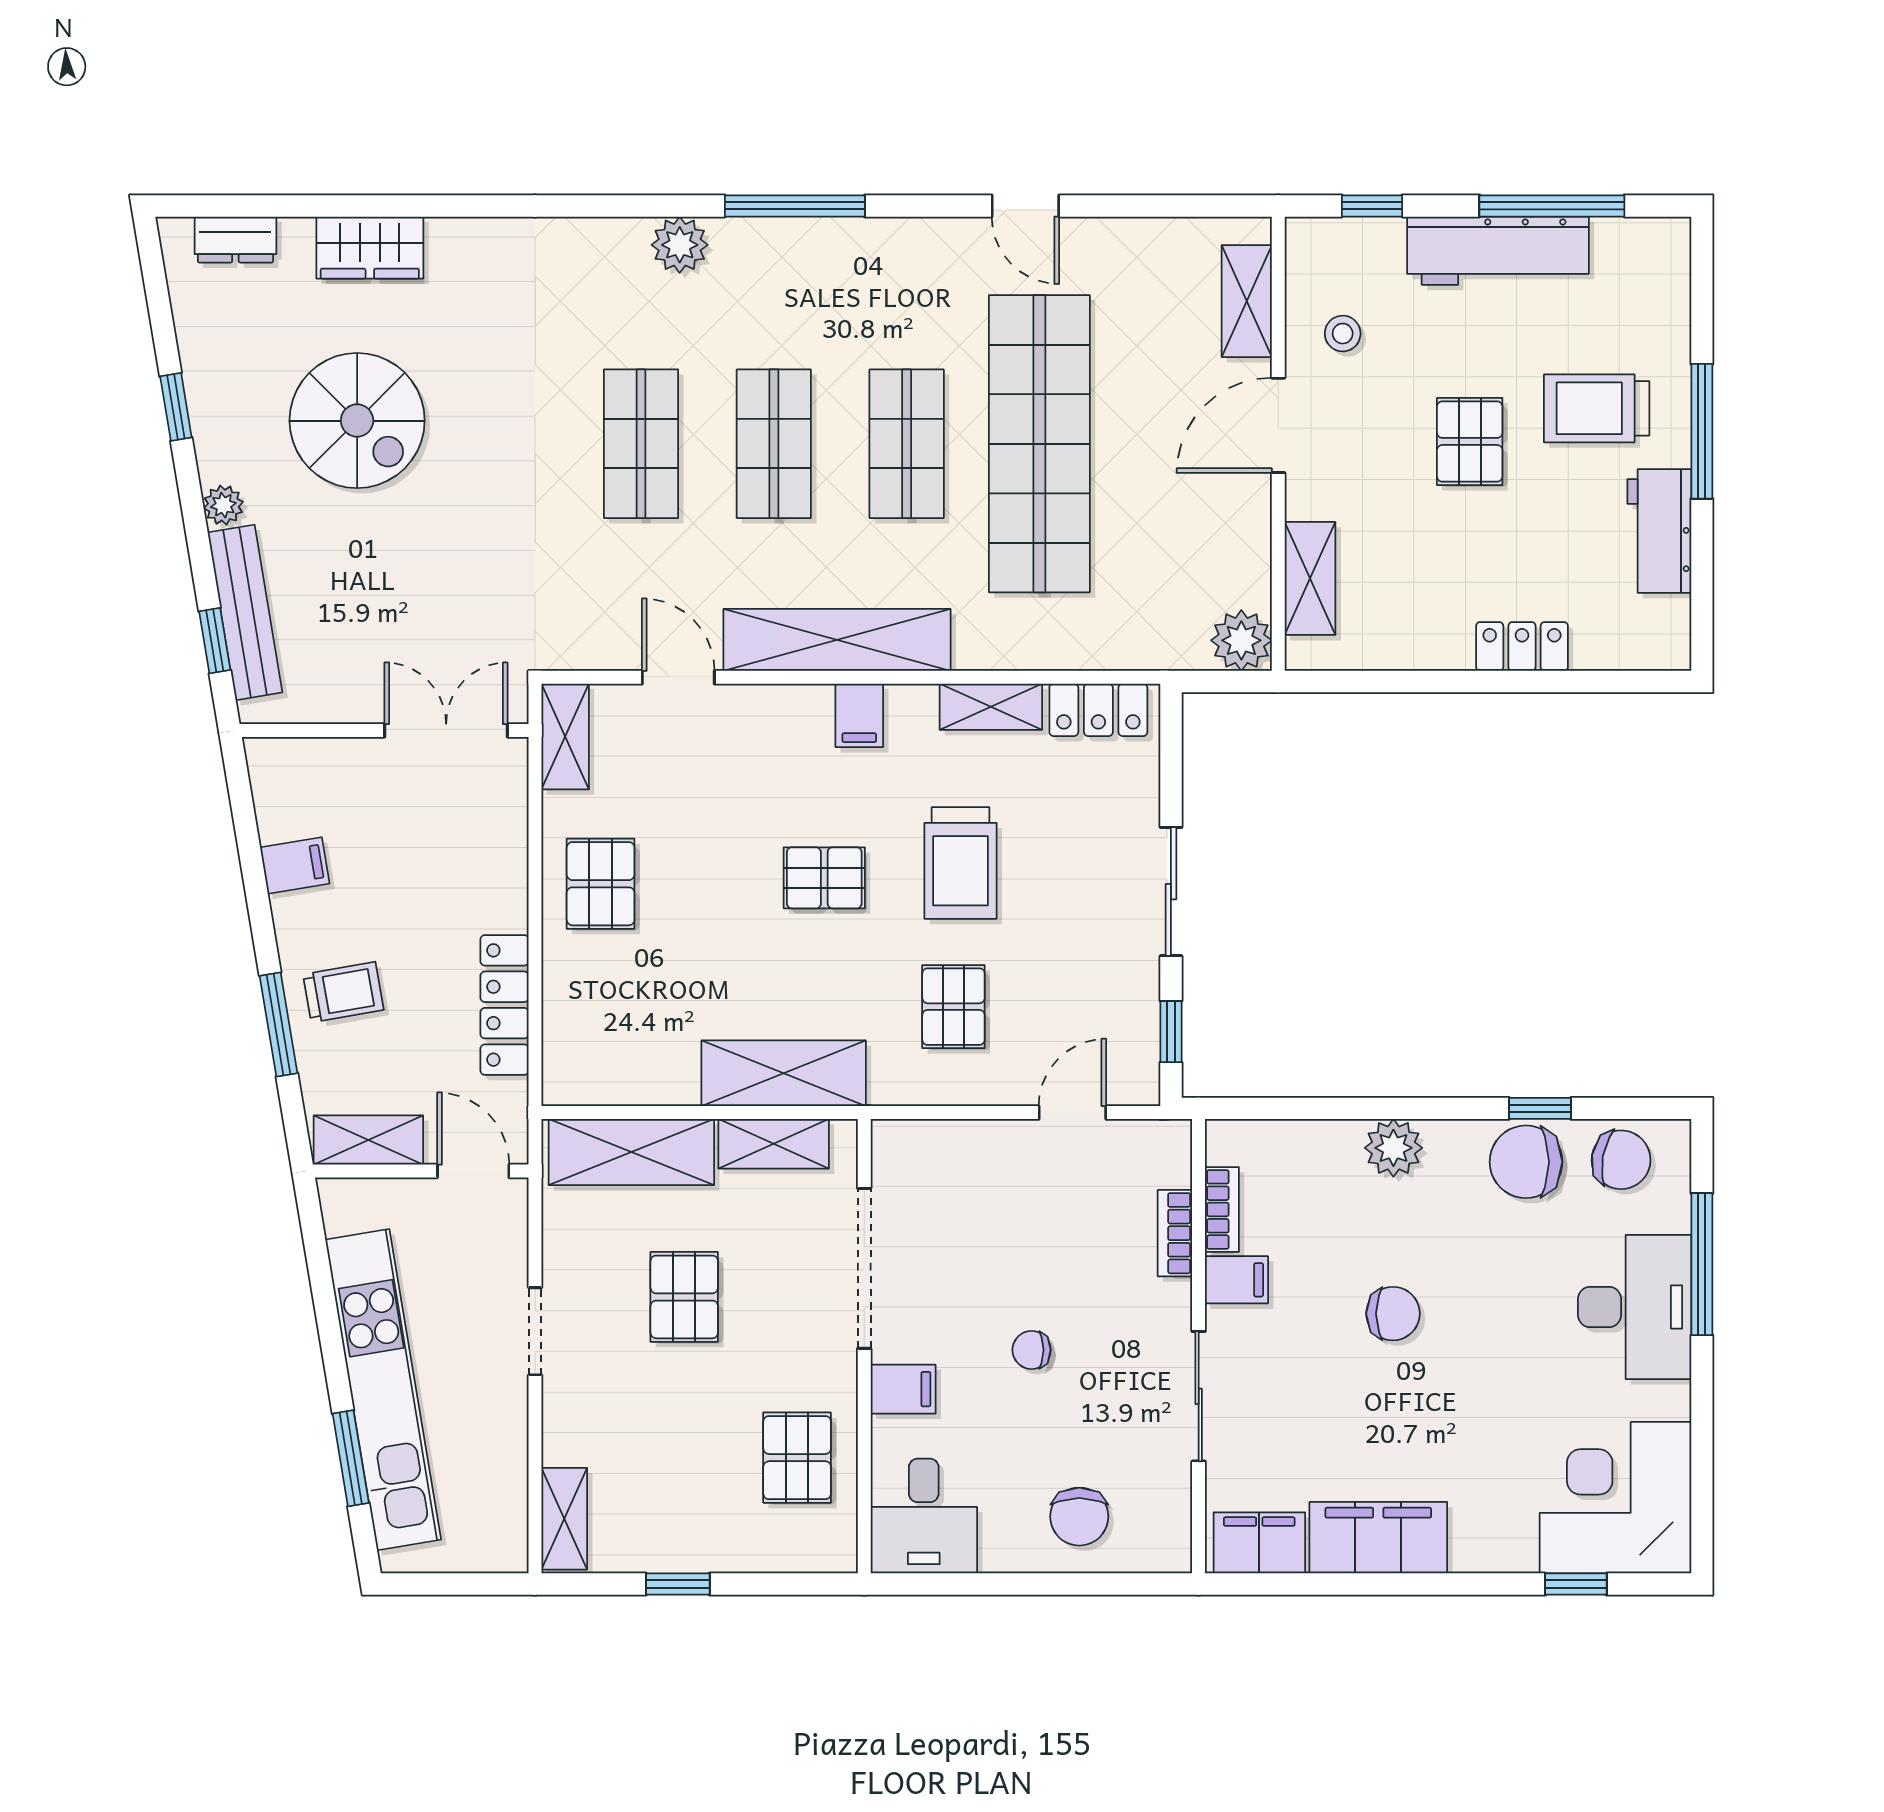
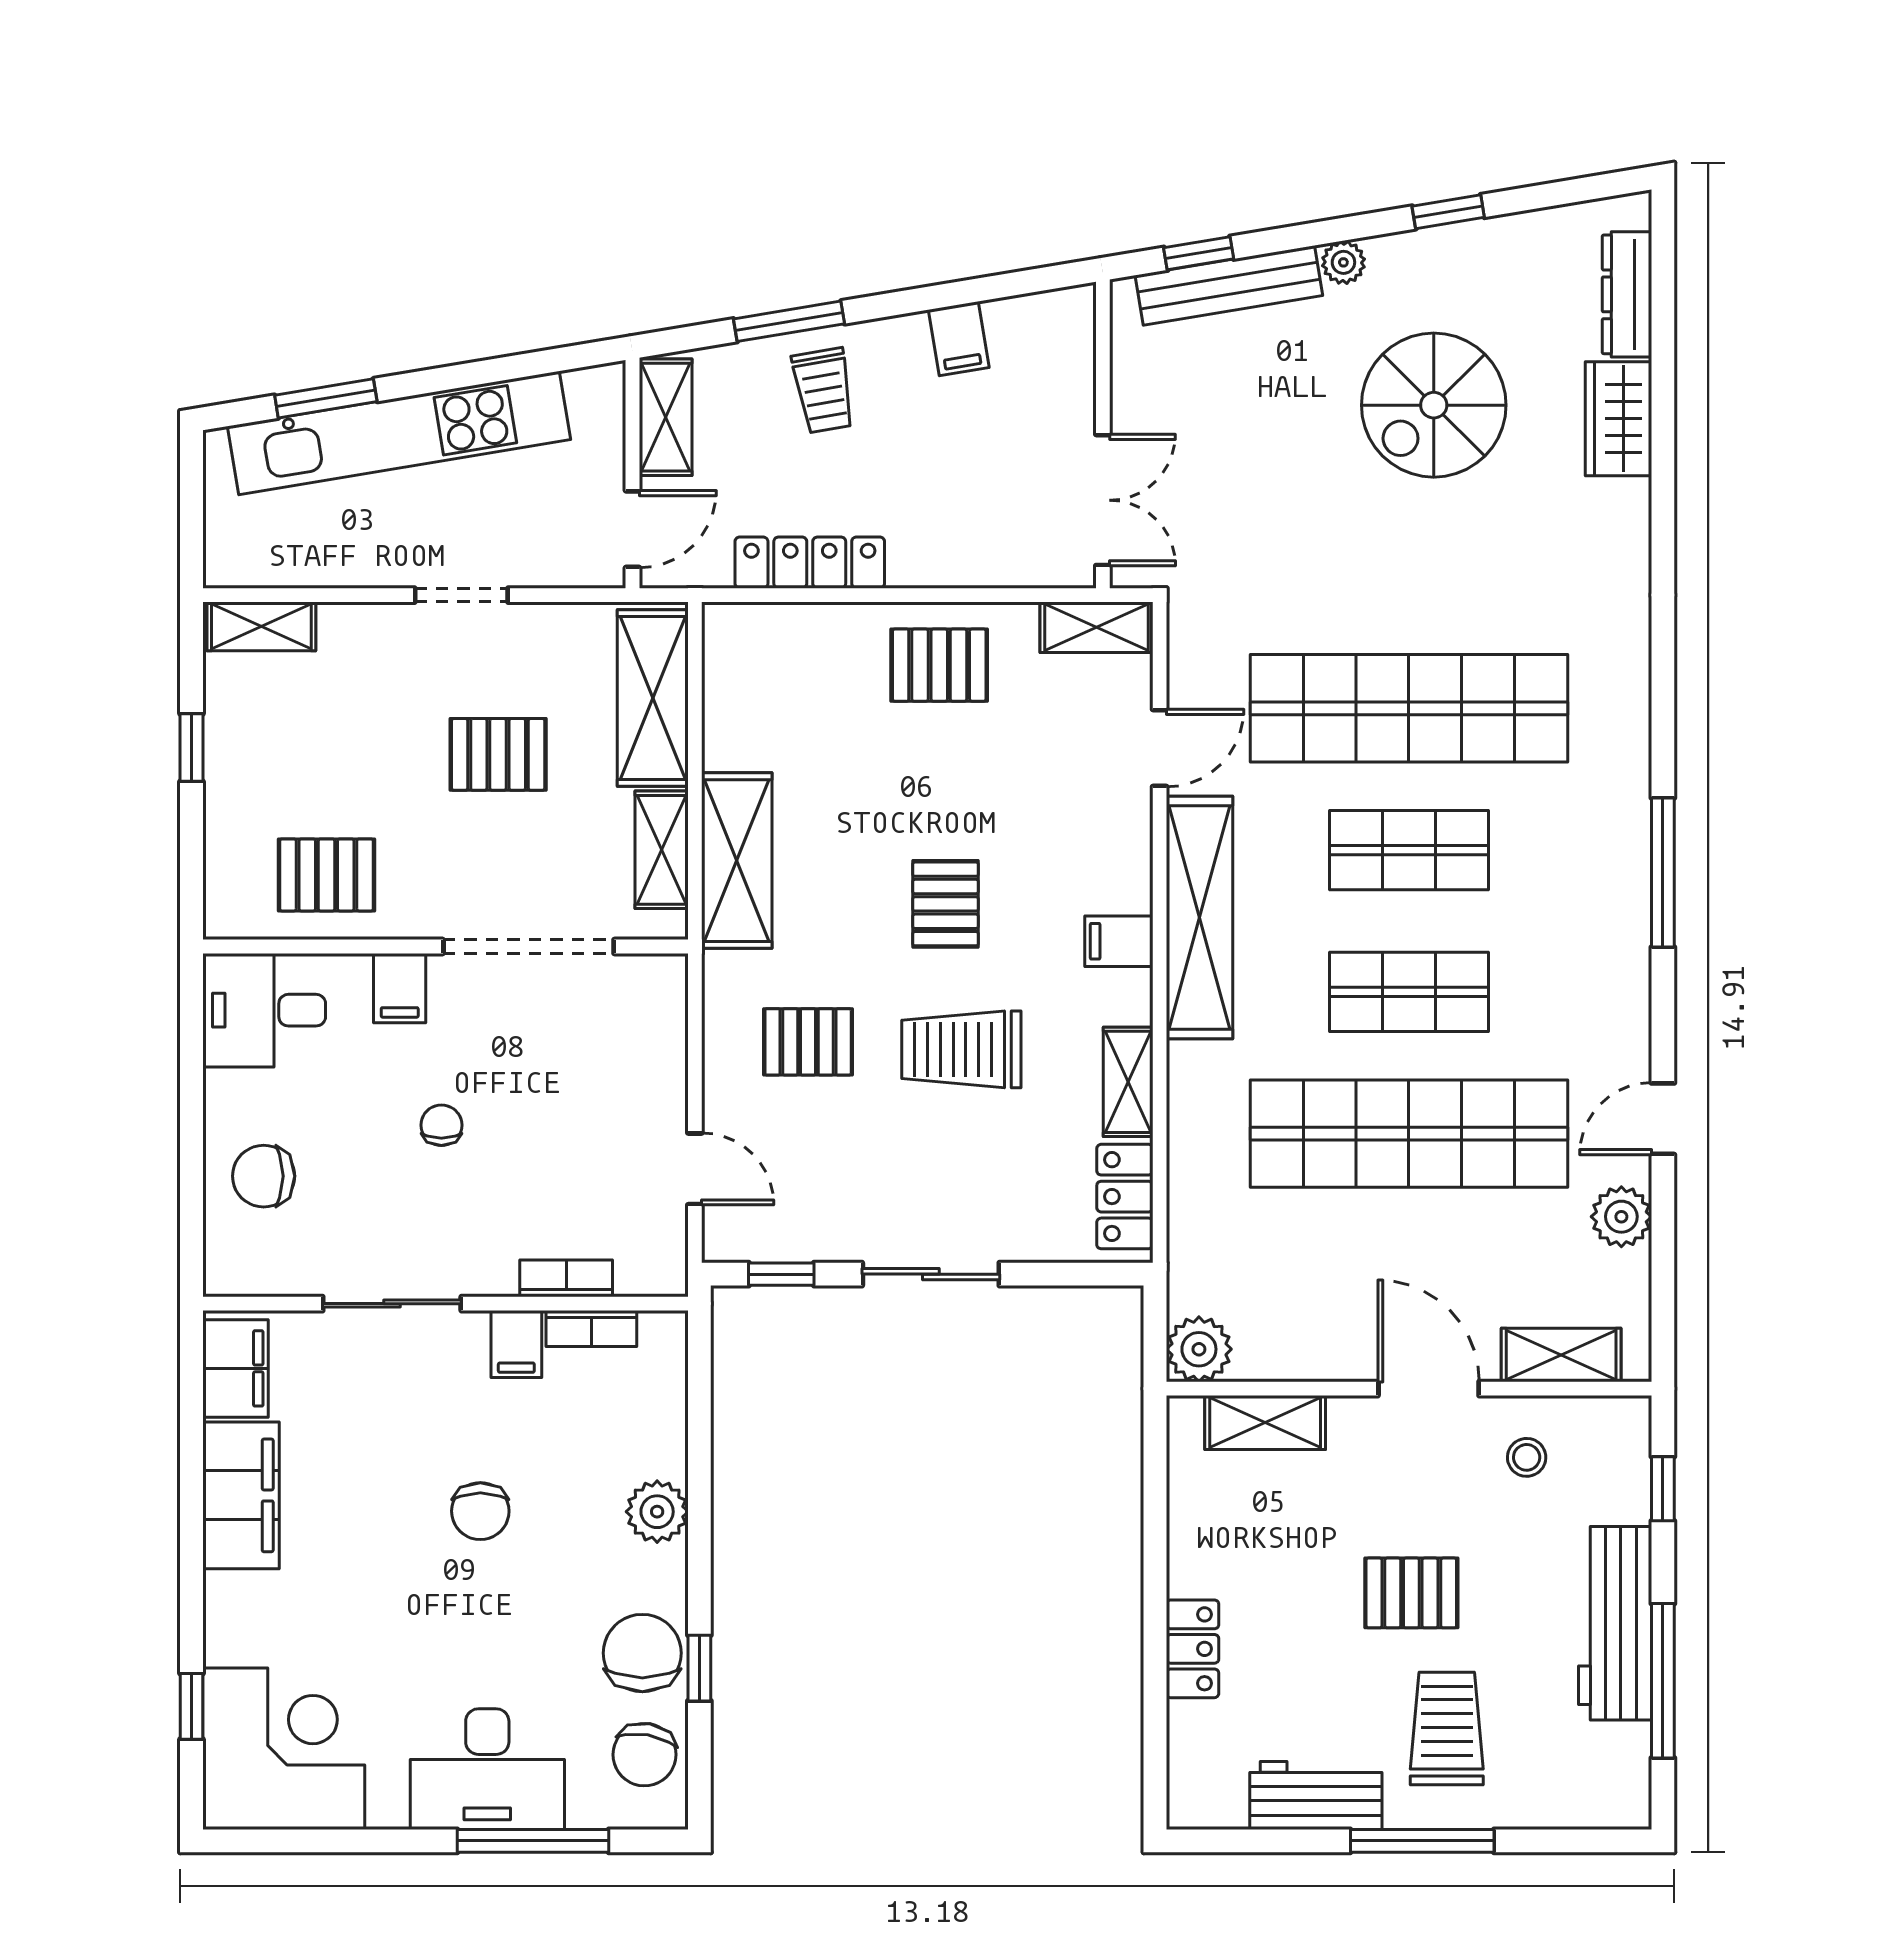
dresser: (235, 240) -> (1627, 294), width x1.44
plant: (680, 245) -> (1621, 1217), moved
shop shelf: (641, 444) -> (1409, 708), width x2.00, depth x1.36

